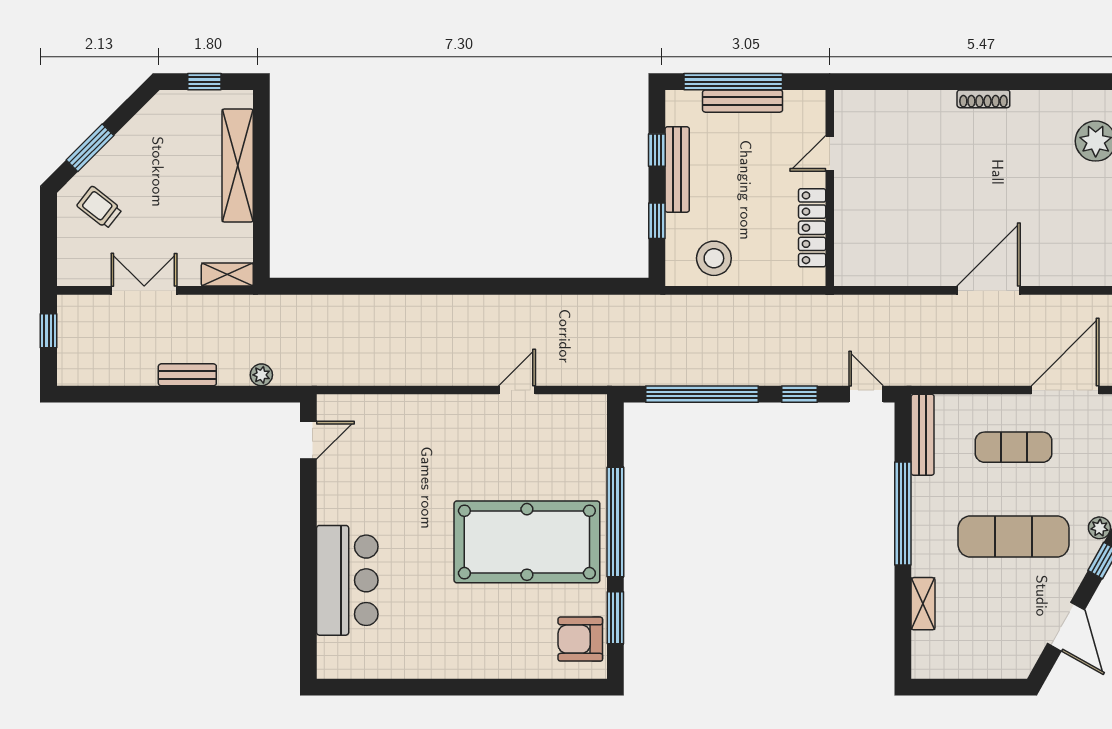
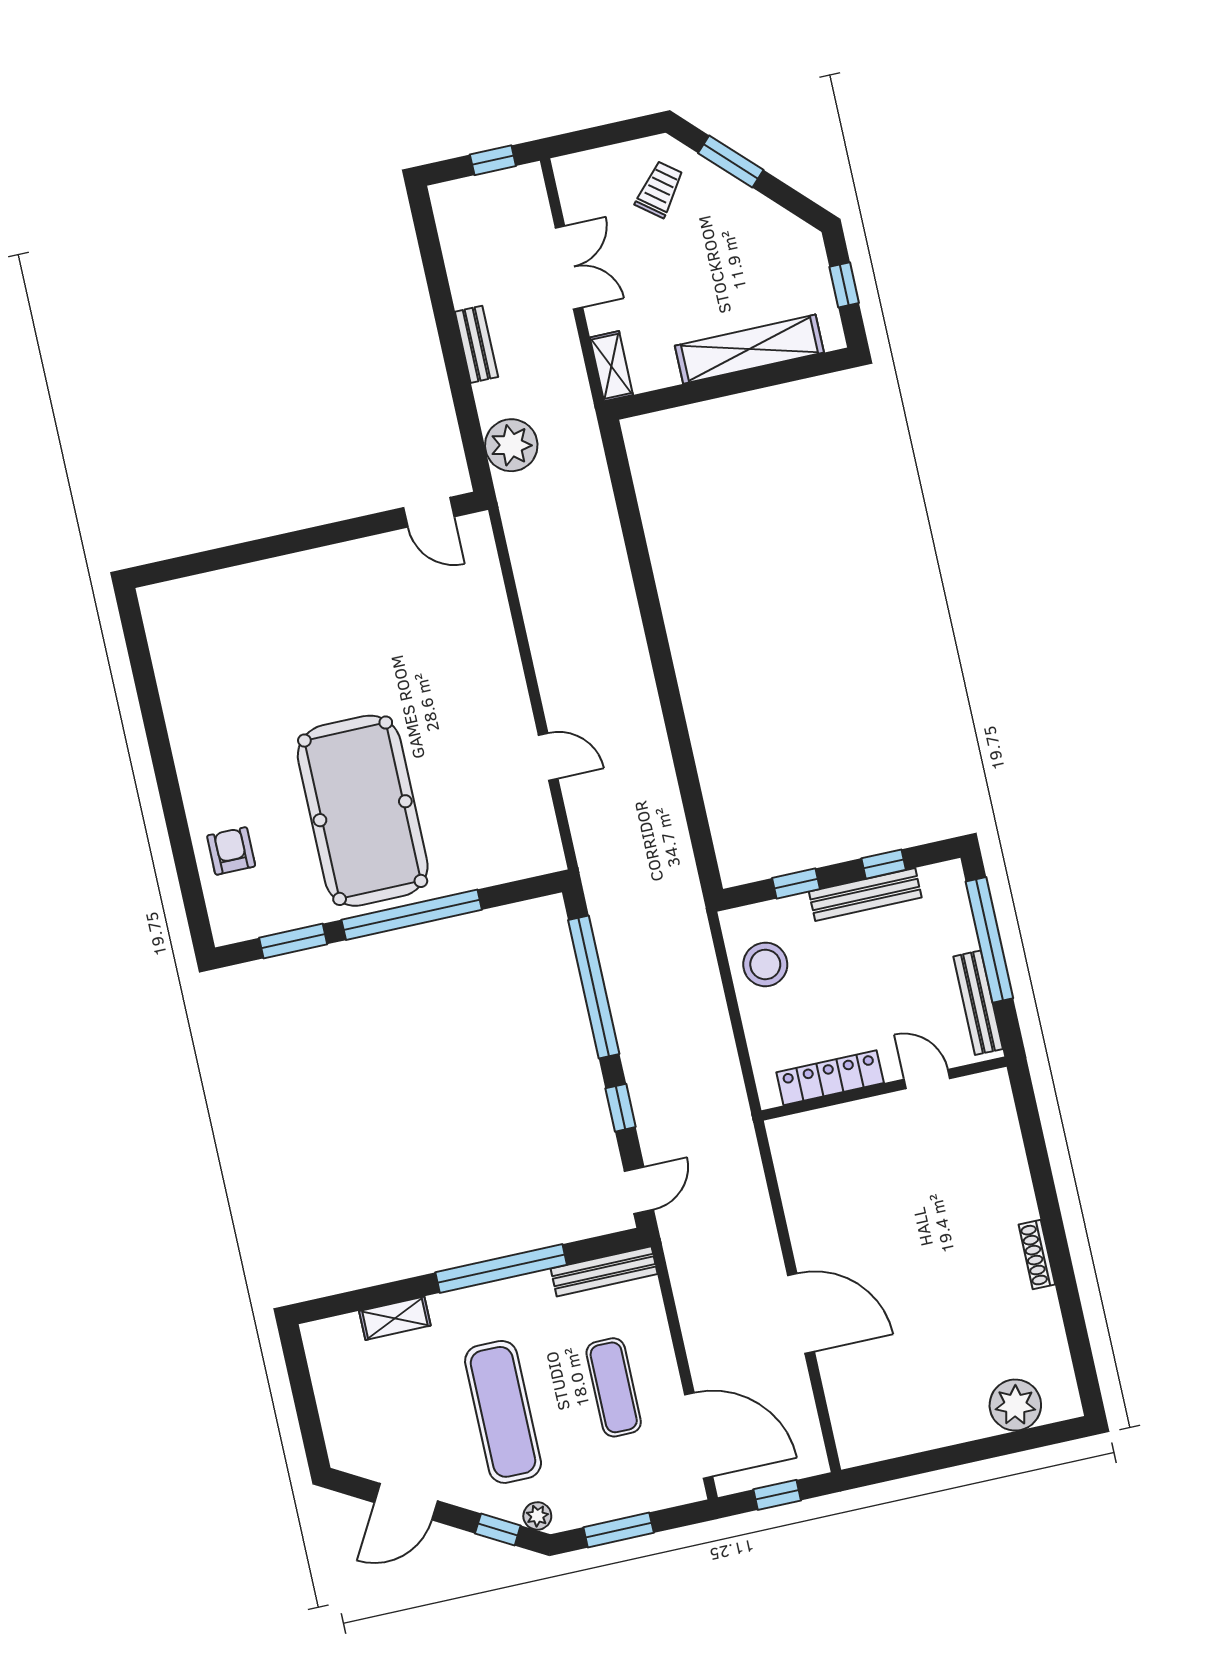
bench: (743, 101) -> (978, 1003), moved
plant: (261, 375) -> (511, 445), width x1.87, depth x1.87
bar counter: (347, 580) -> (266, 599), removed
armchair: (580, 639) -> (231, 851), moved, width x0.72, depth x0.72

